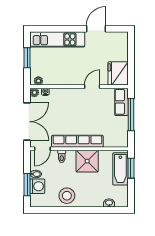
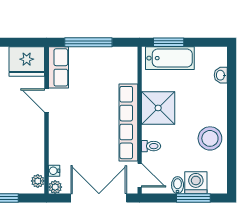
row of seats: (121, 102) -> (58, 67), moved, turned -90

